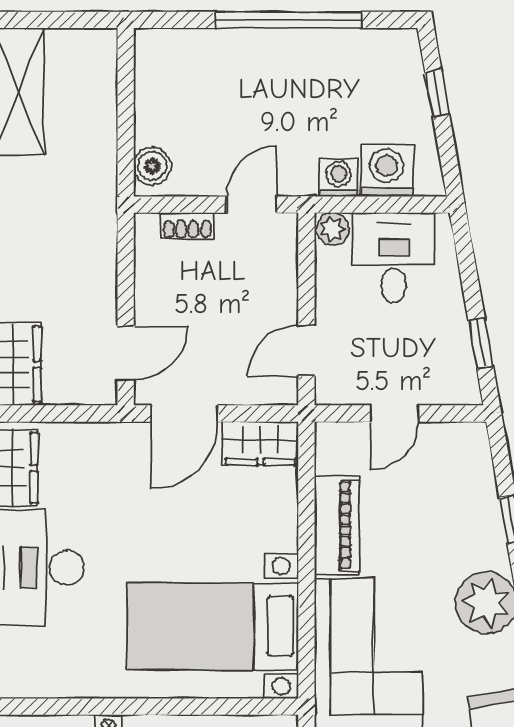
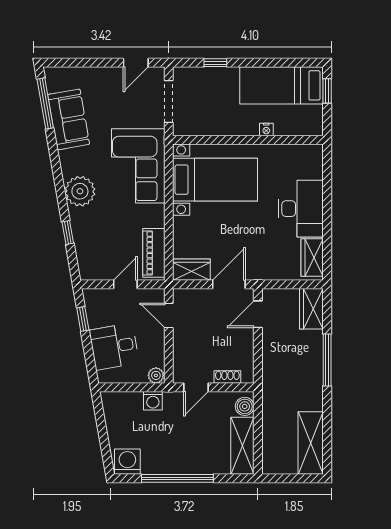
shelving: (157, 86) -> (242, 446), added
window: (437, 93) -> (104, 442), removed
washing machine: (387, 171) -> (127, 462), moved, turned 180
desk: (394, 258) -> (114, 346), moved, turned 80
door: (306, 350) -> (169, 316), swing flipped
piano: (337, 525) -> (154, 253), moved

